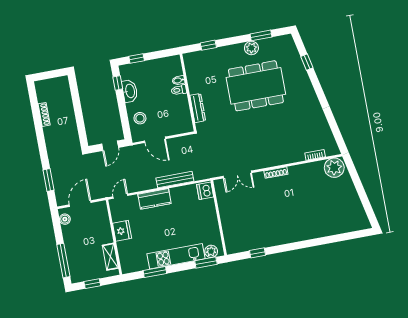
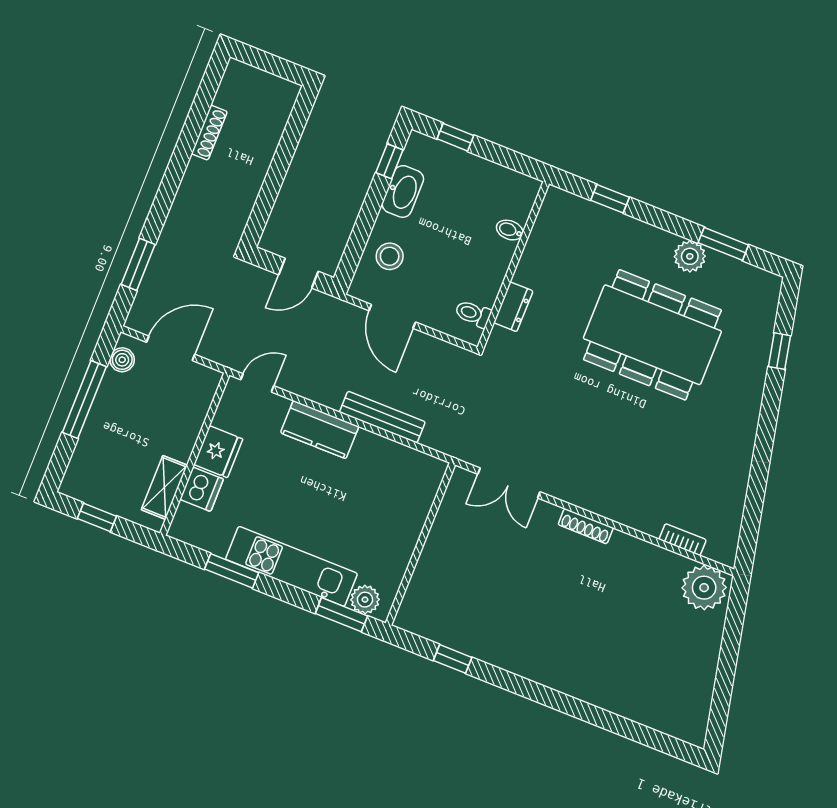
toilet: (179, 90) -> (473, 314), moved
dresser: (198, 108) -> (513, 307), width x0.70
dishwasher: (205, 191) -> (202, 489), moved, turned 180
window: (63, 261) -> (84, 399), moved

